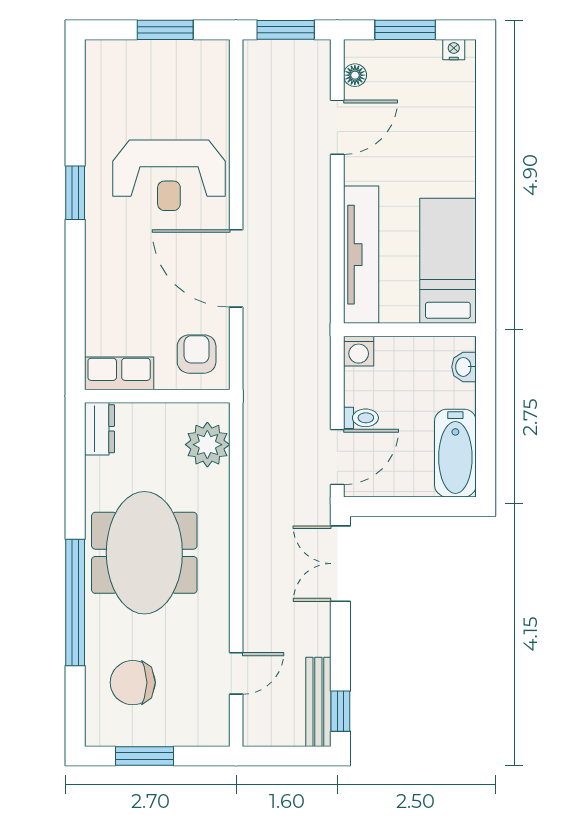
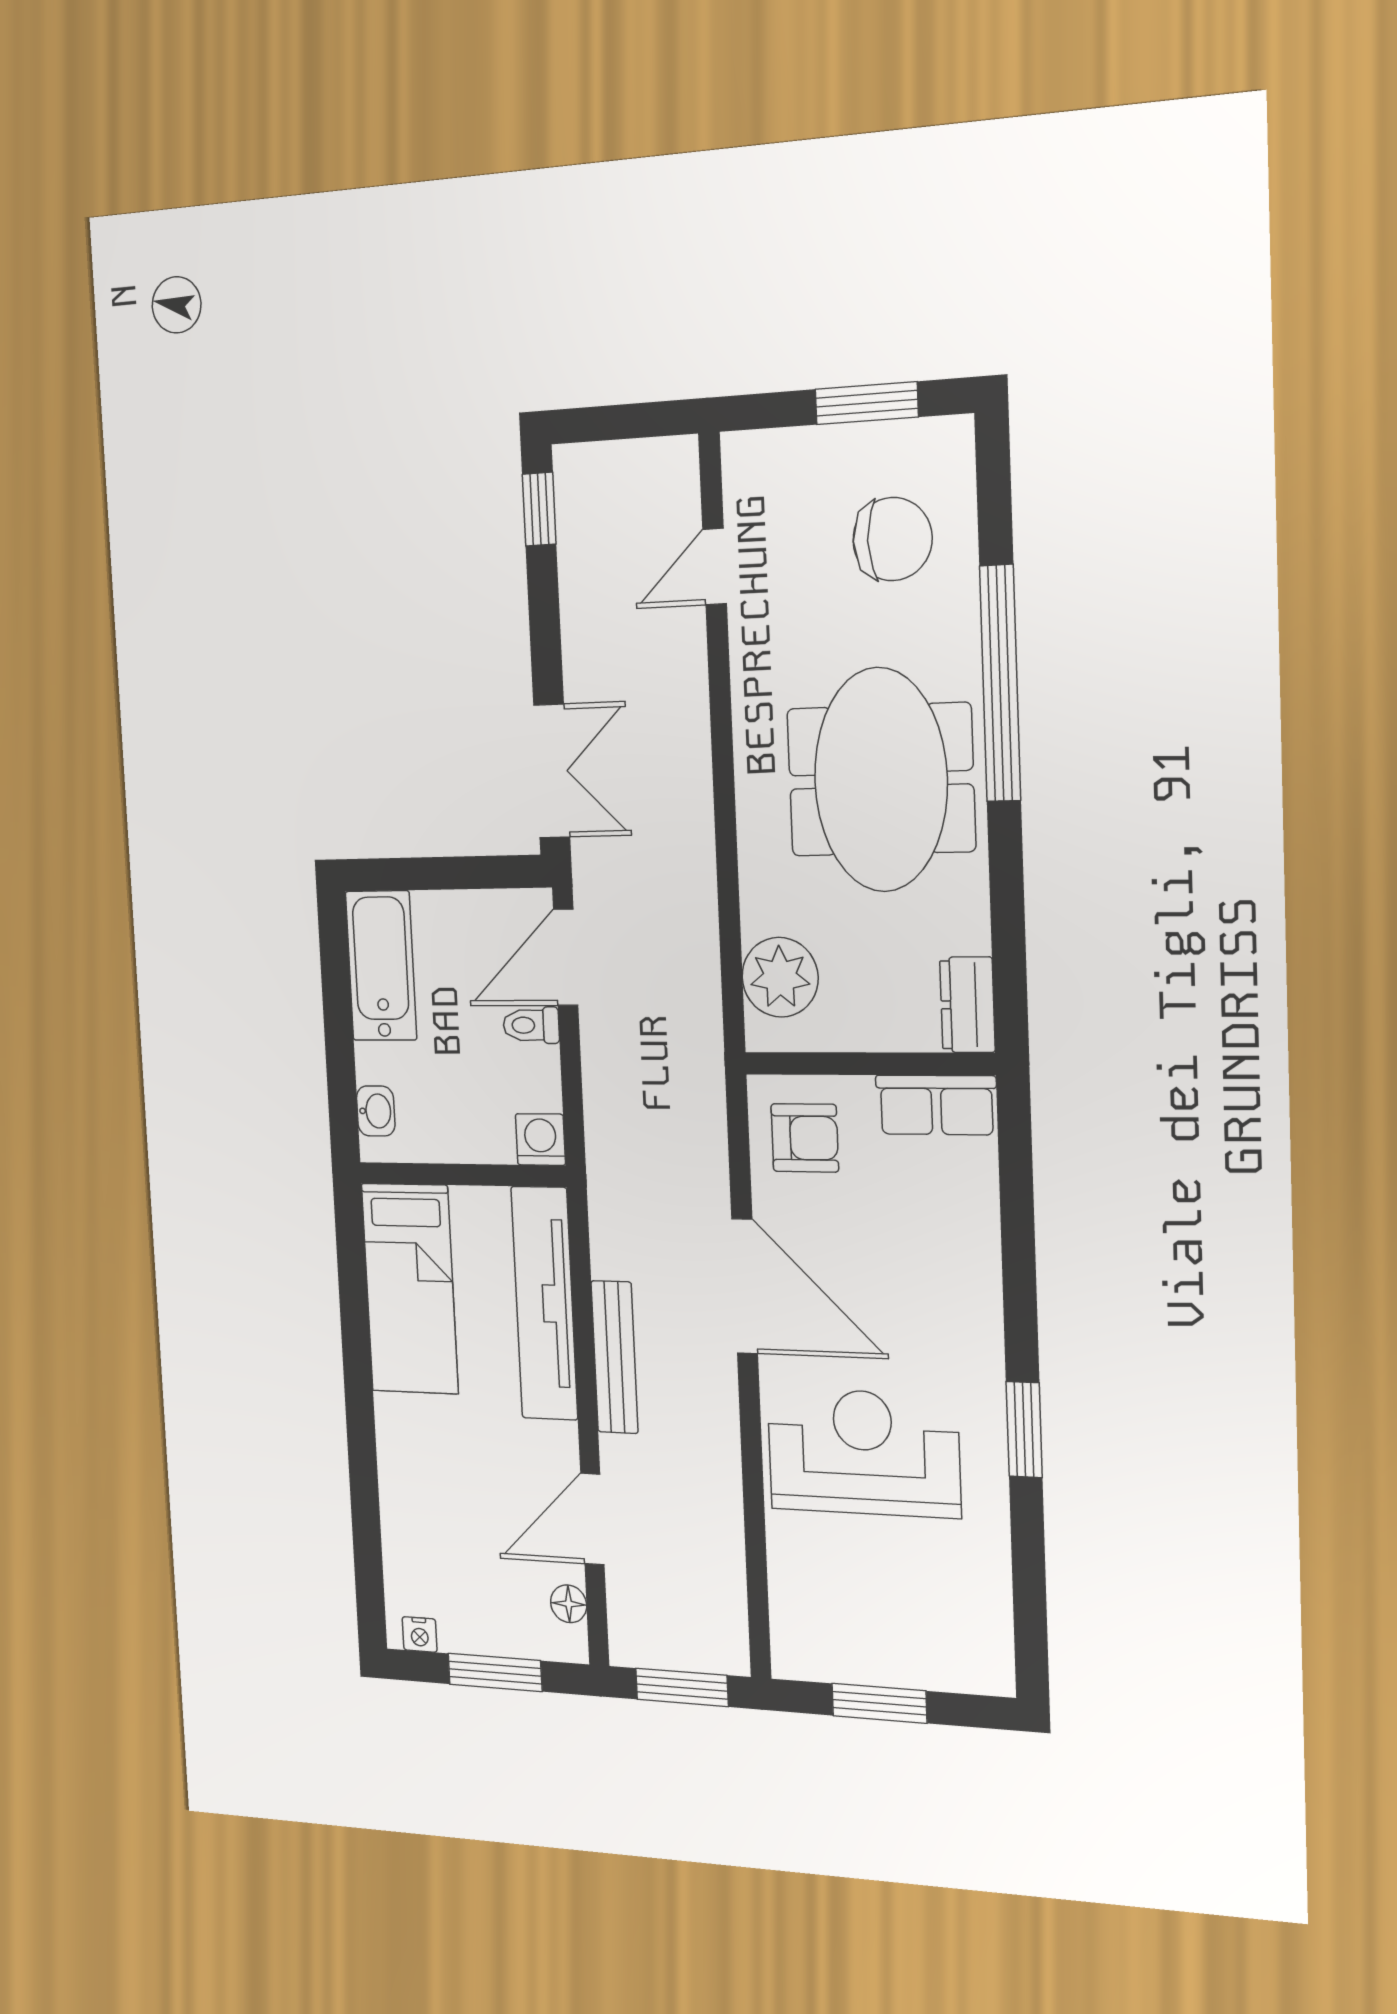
armchair: (197, 354) -> (805, 1138), turned -90
bench: (318, 702) -> (615, 1357), moved

